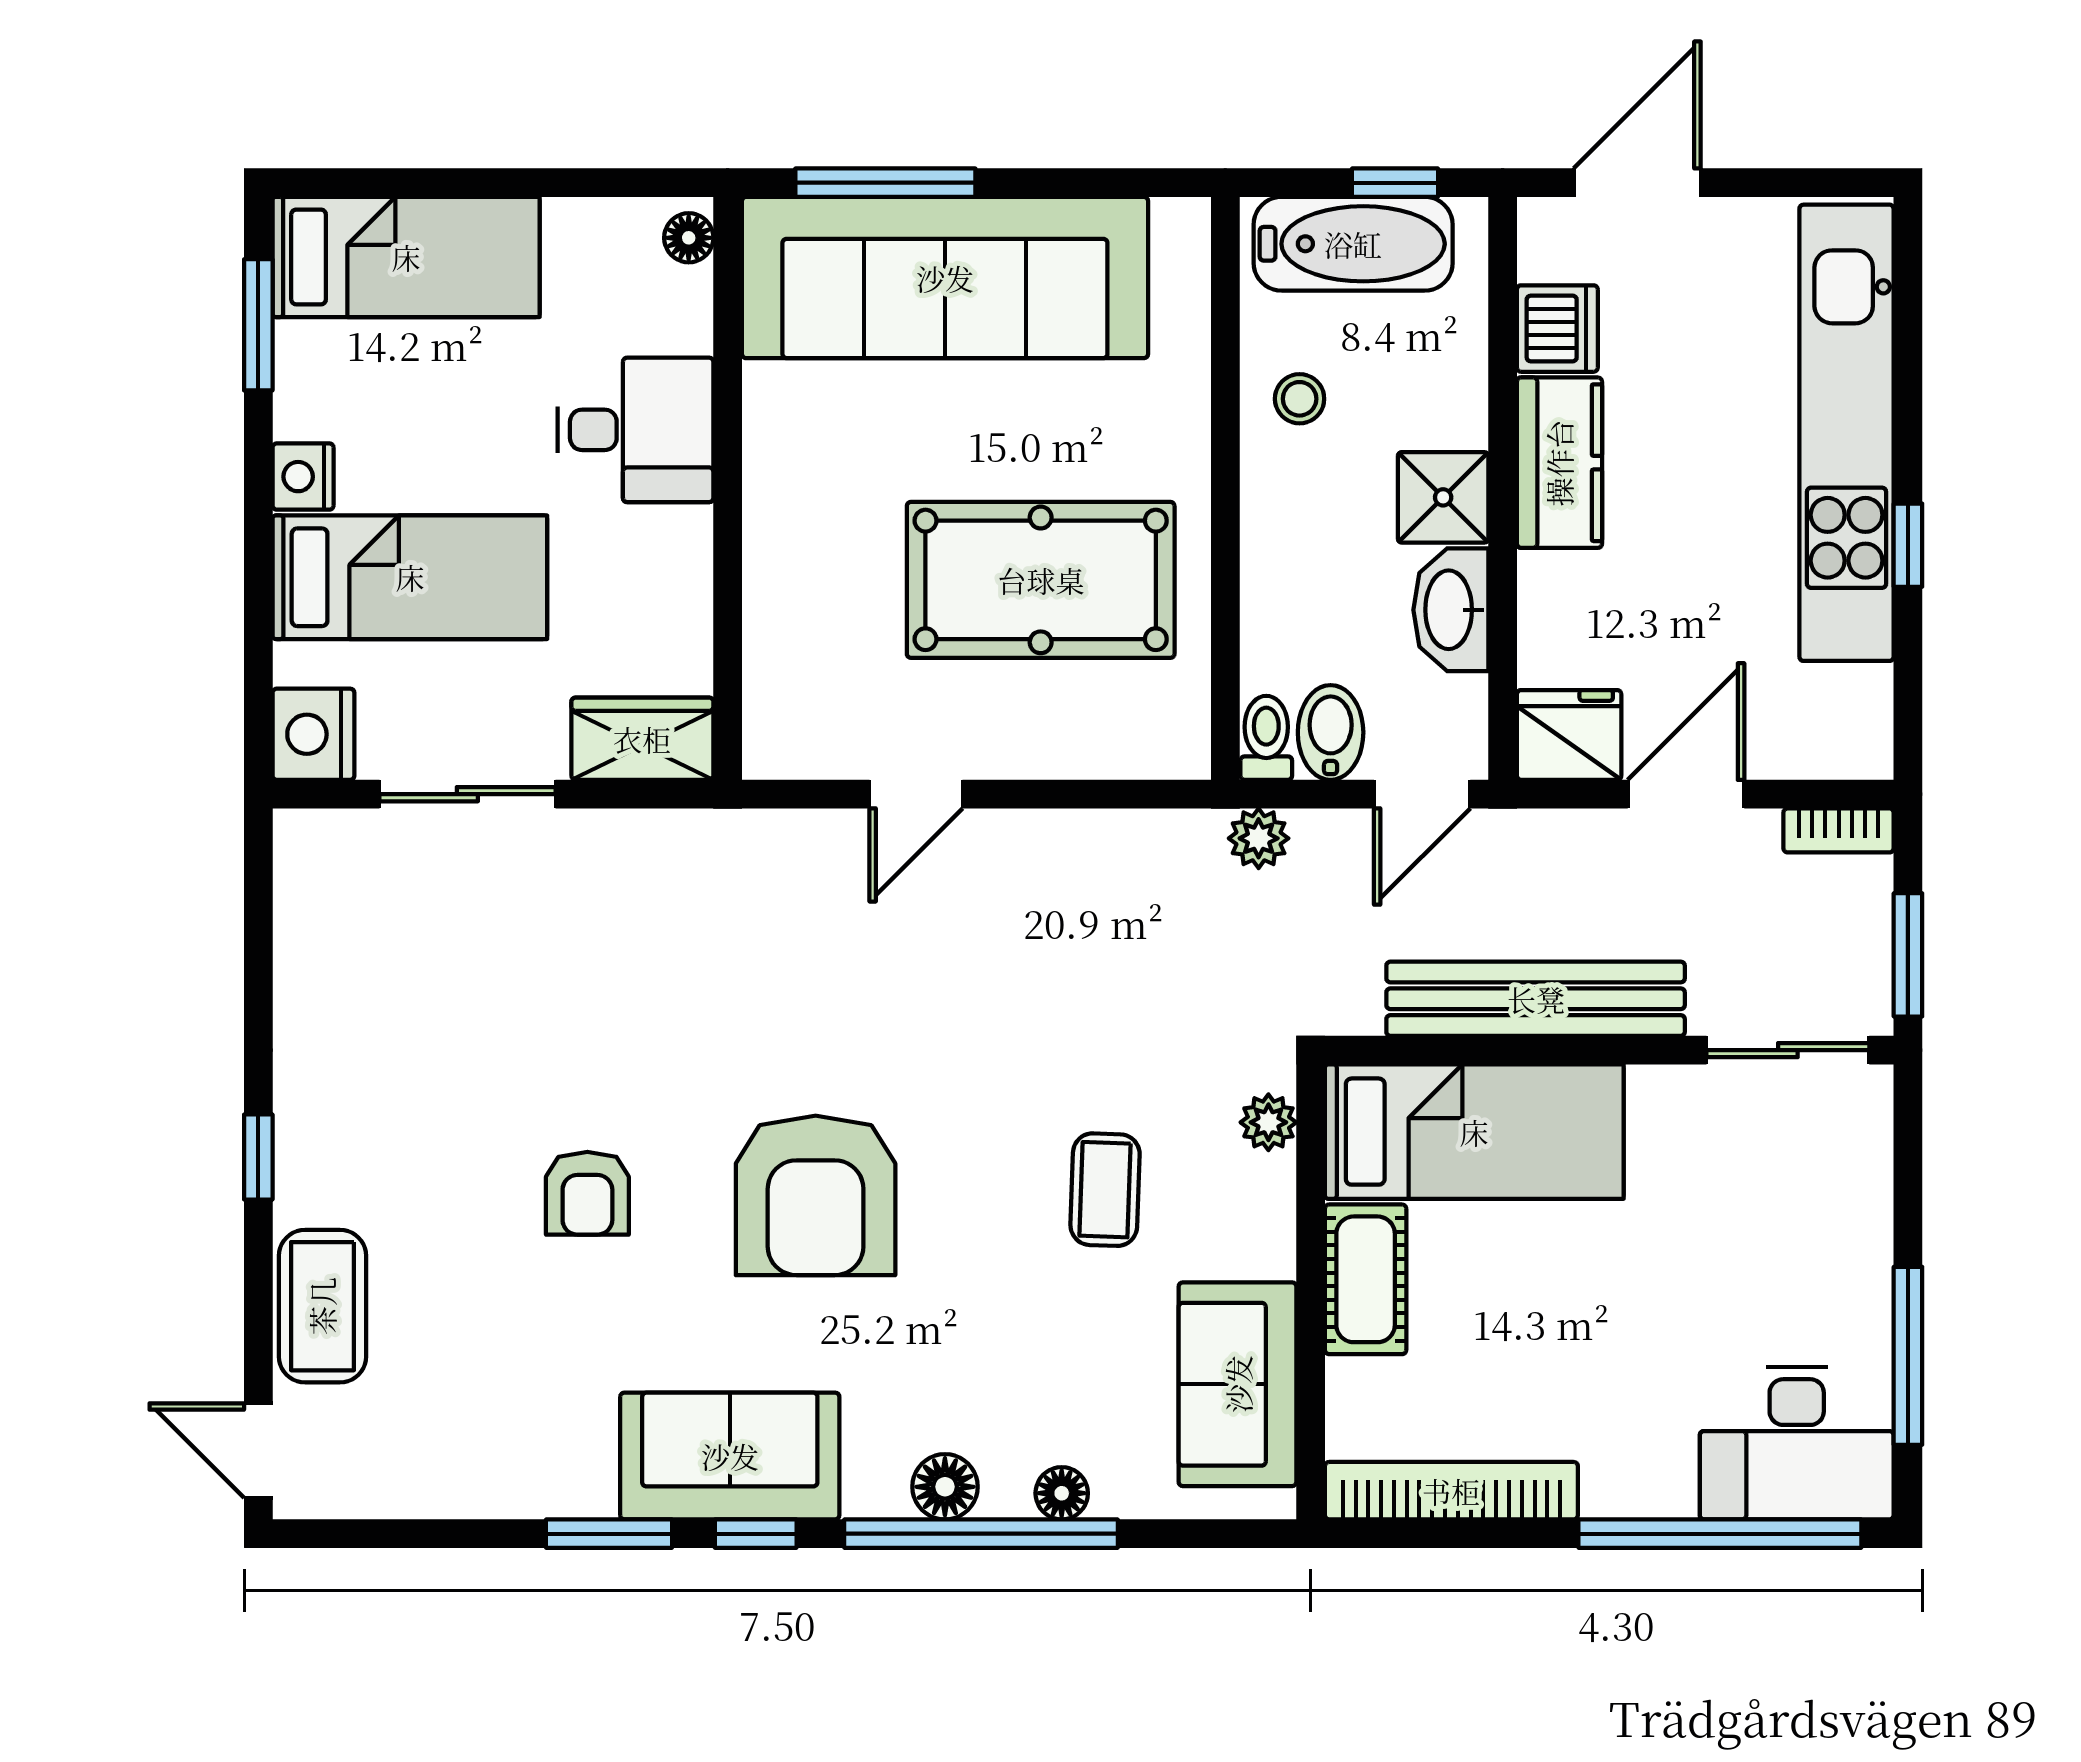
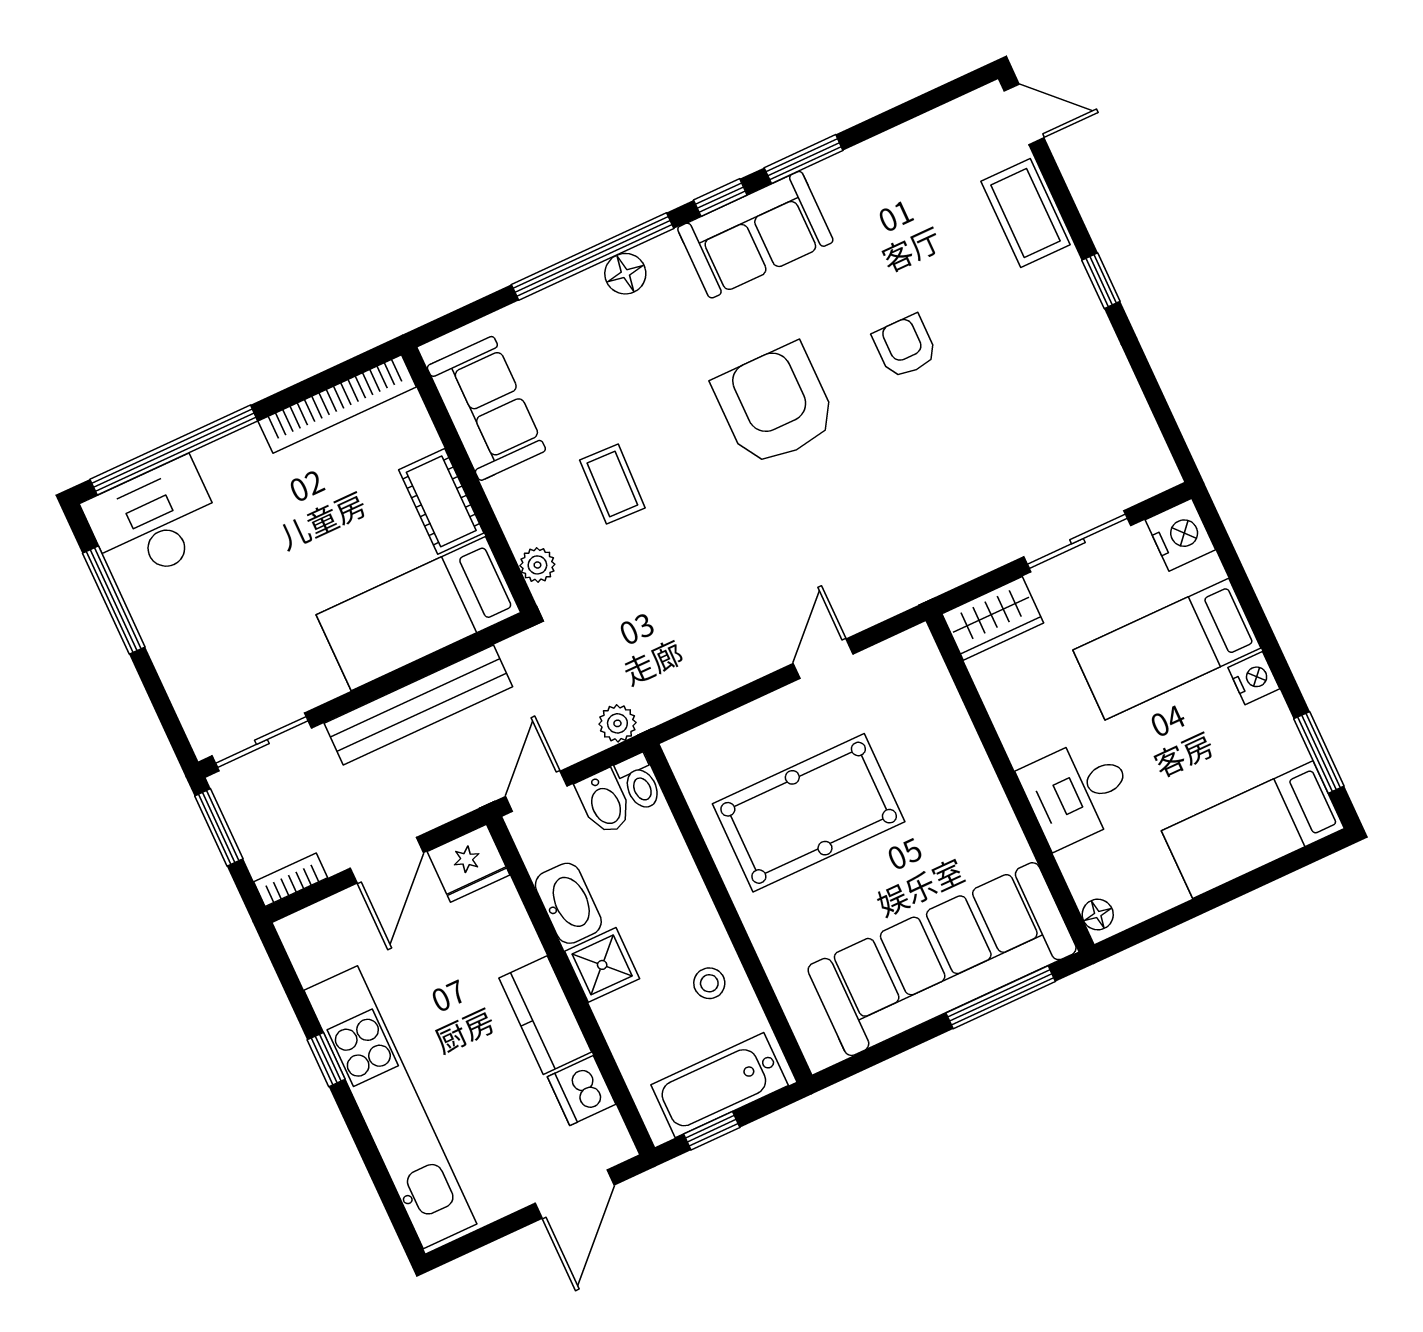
floor lamp: (1062, 1493) -> (557, 301), removed

